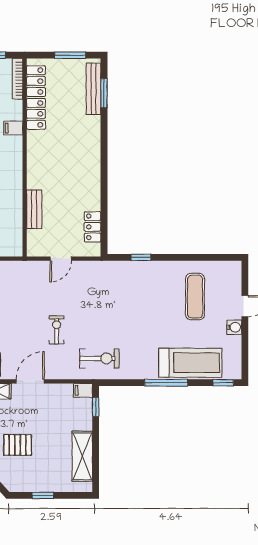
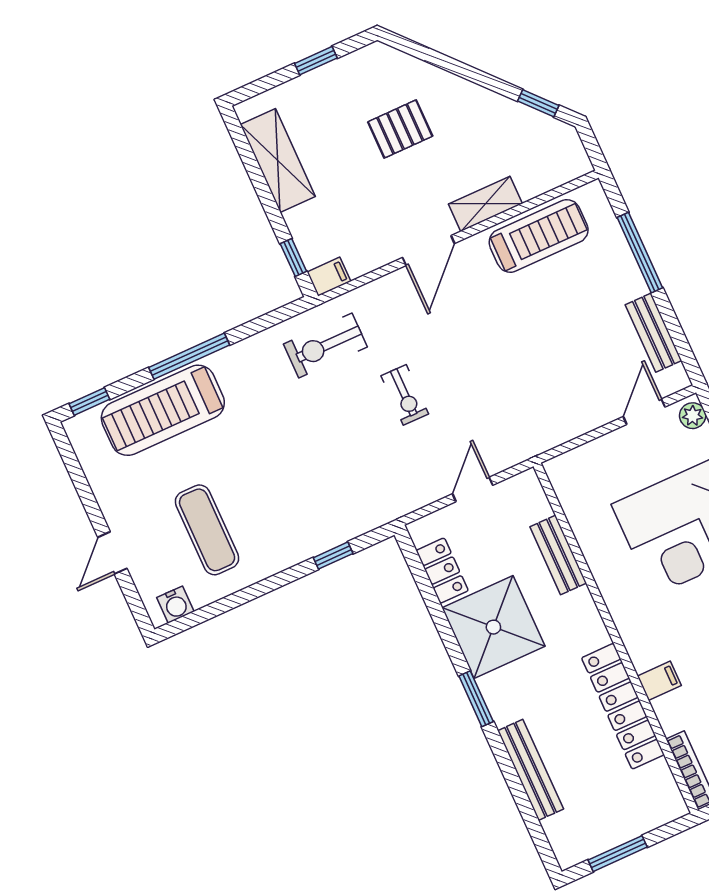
bench: (93, 89) -> (531, 770), moved
window: (104, 93) -> (476, 699), moved
locker: (36, 97) -> (623, 706), moved
shower: (80, 189) -> (493, 627), added
water cooler: (234, 327) -> (175, 605), moved, turned -90
exercise bike: (57, 330) -> (405, 395), moved

